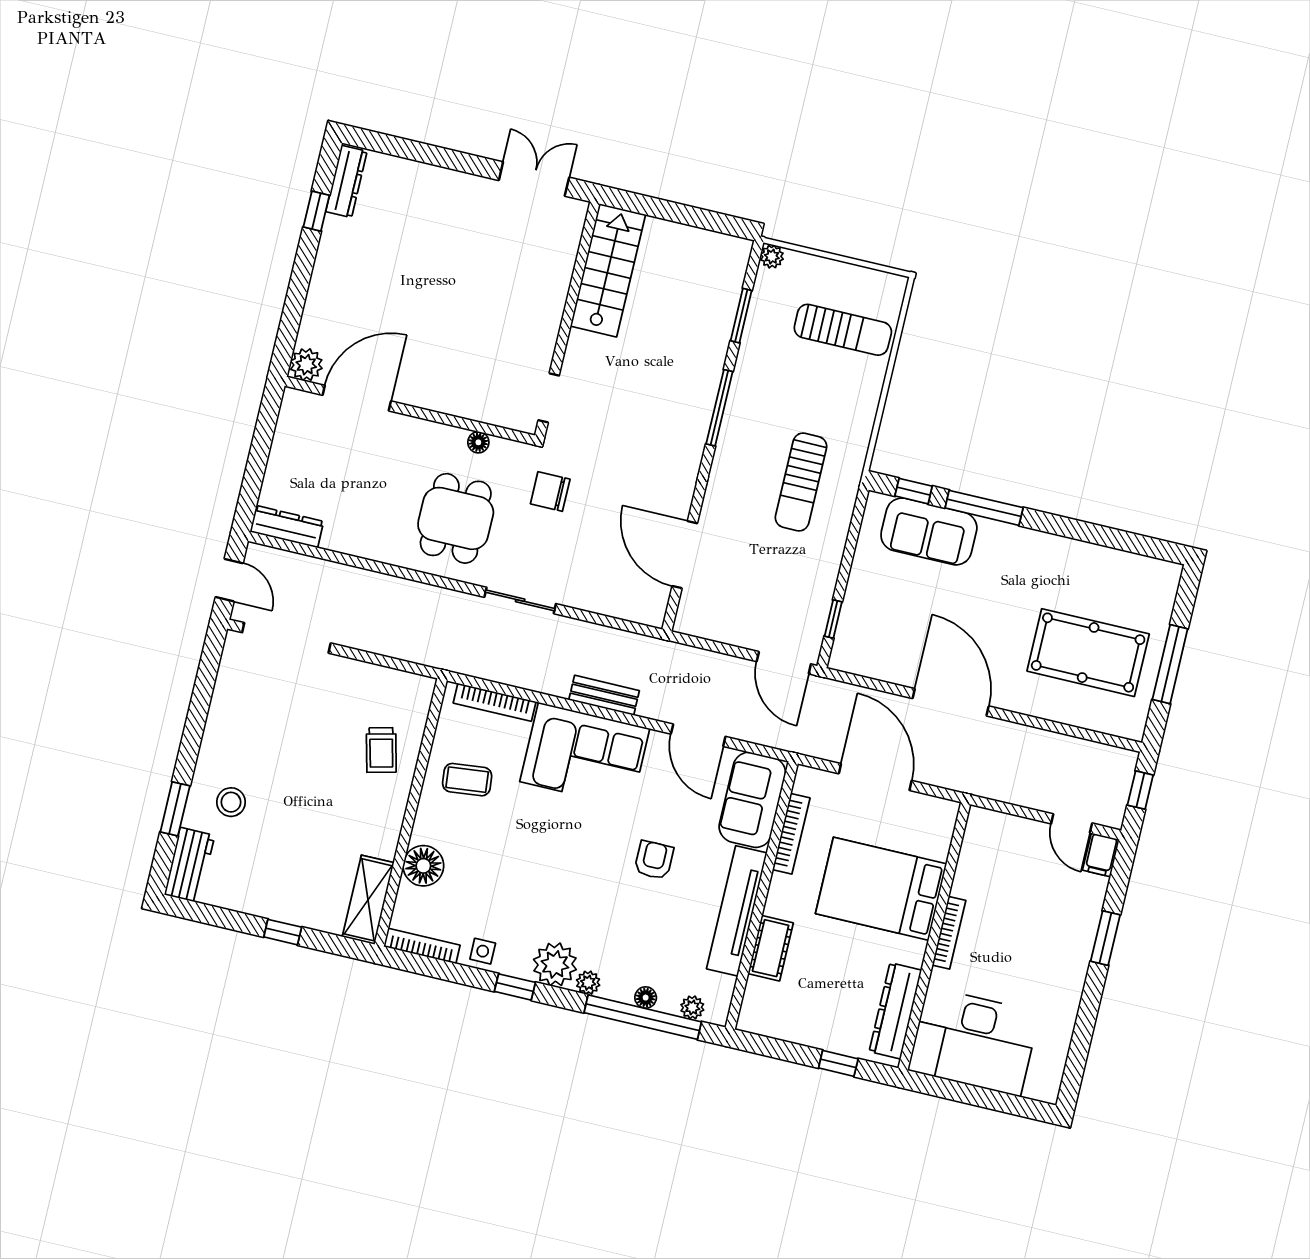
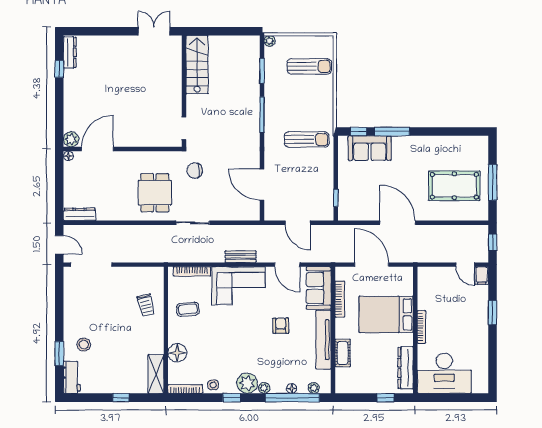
floor lamp: (478, 442) -> (68, 156), moved
sun lounger: (801, 482) -> (307, 139), turned -90
door: (784, 663) -> (298, 223), moved

